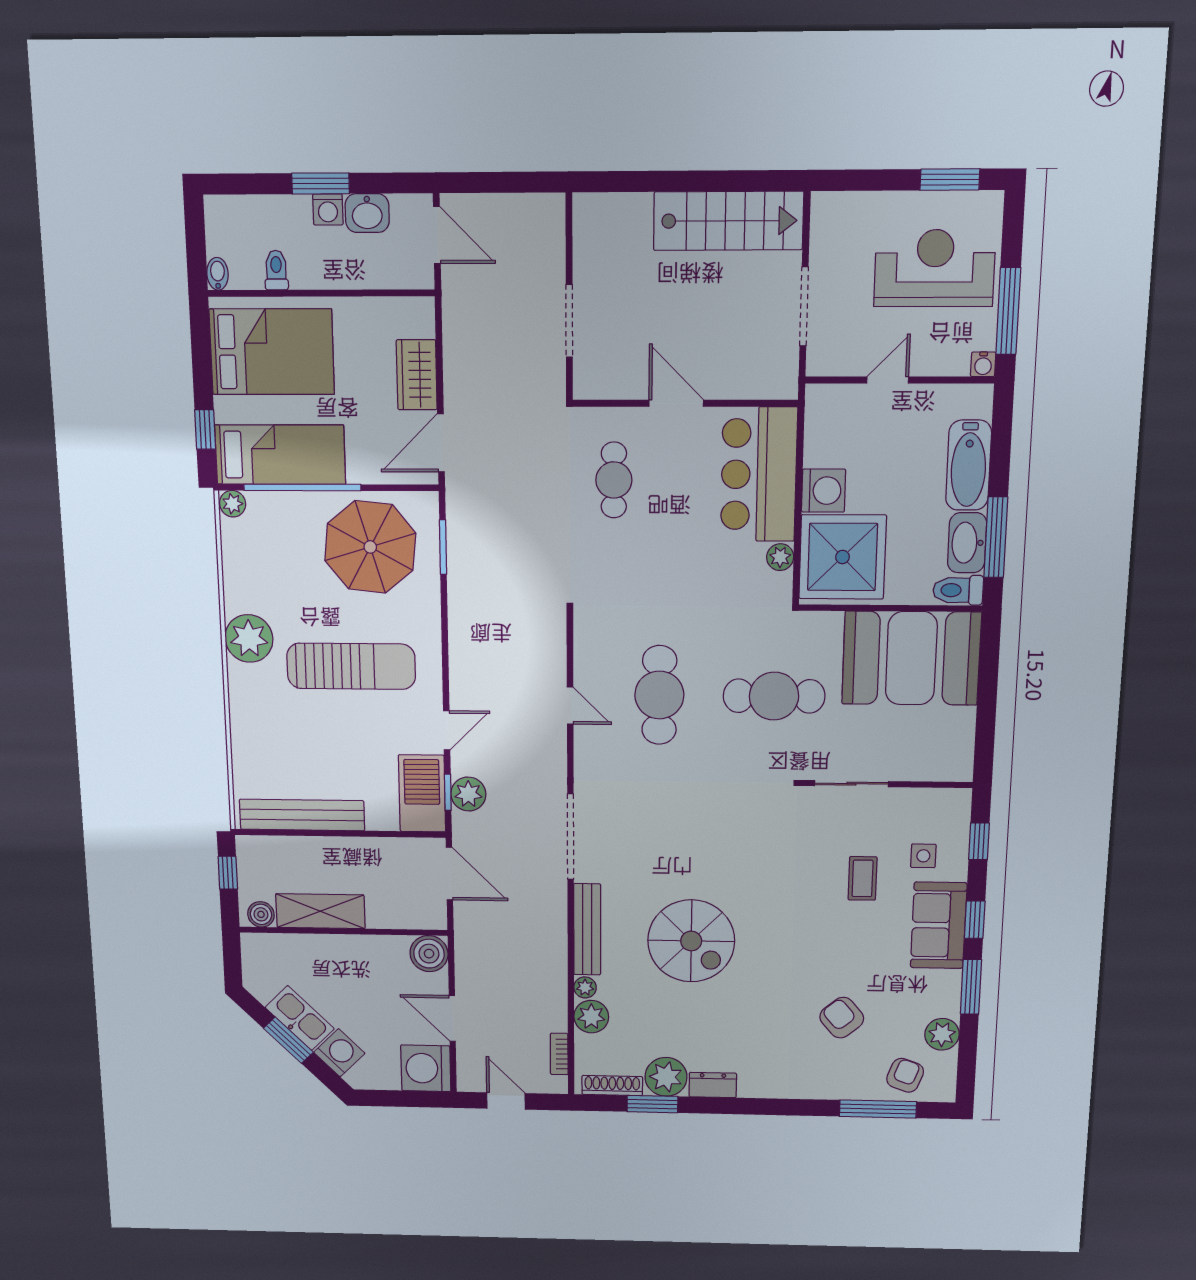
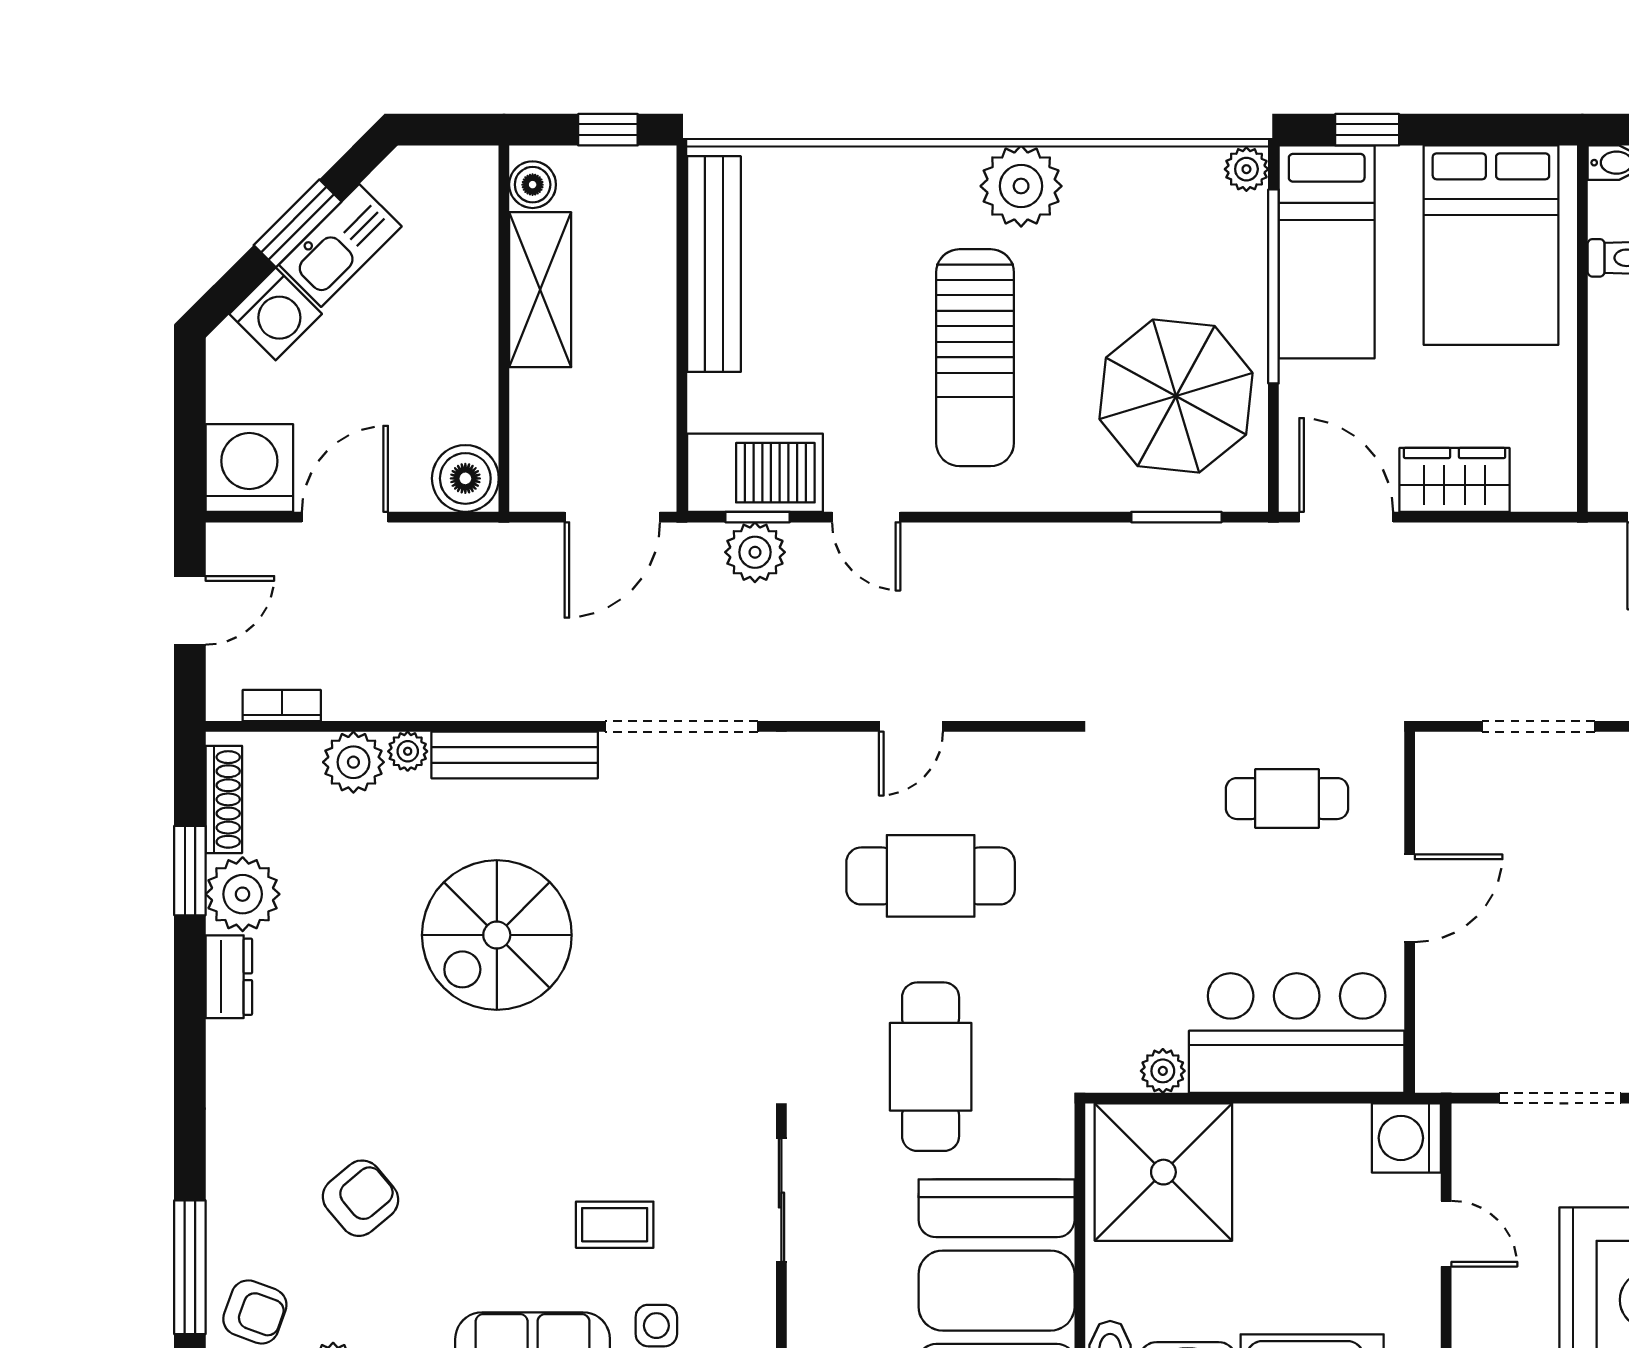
washing machine: (824, 491) -> (1406, 1138), moved, turned 90

